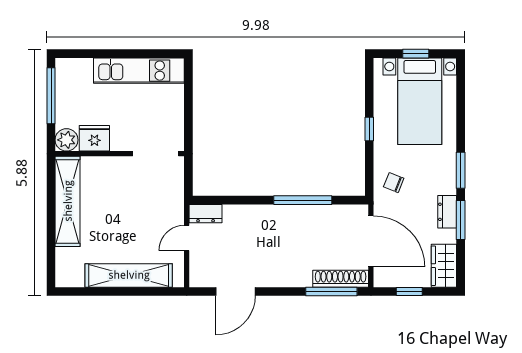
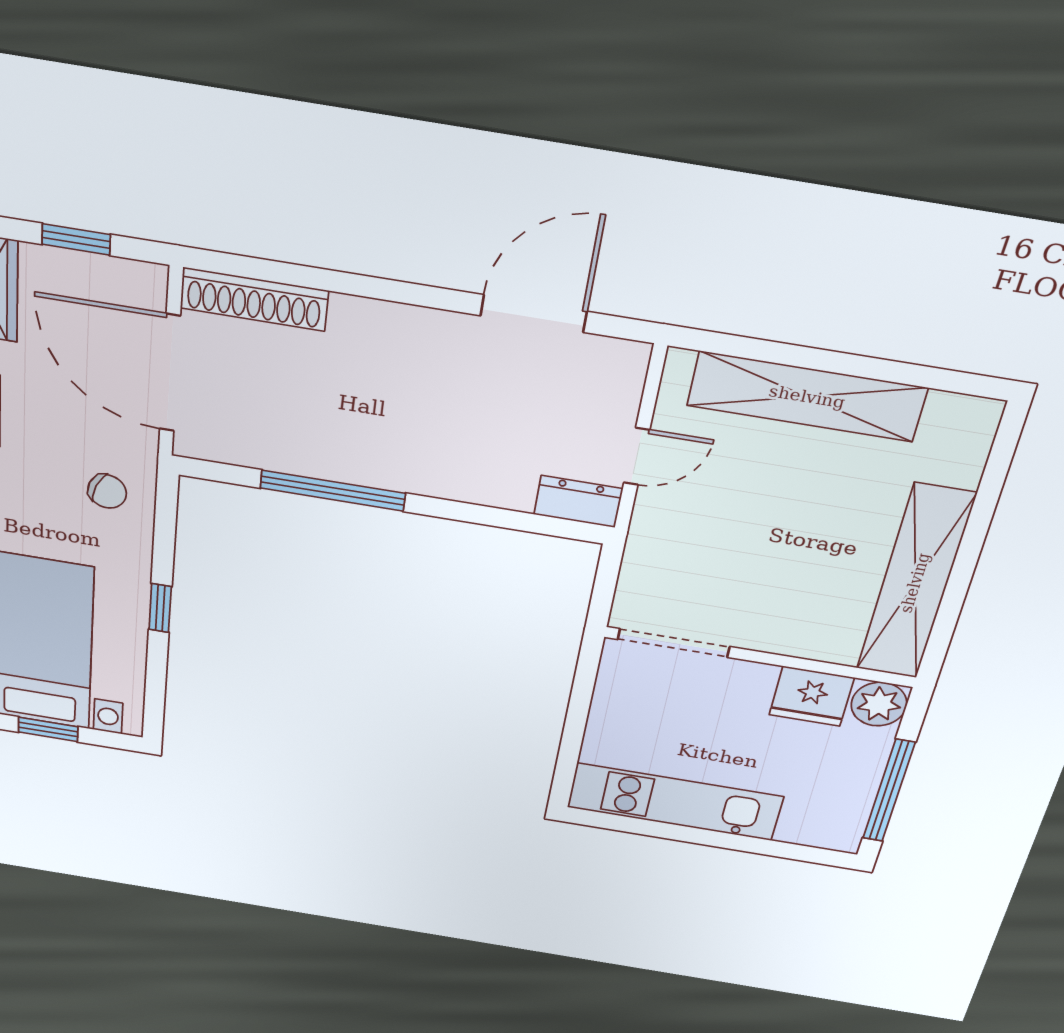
window: (331, 291) -> (281, 273), removed

